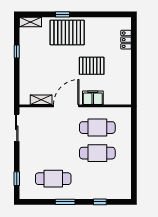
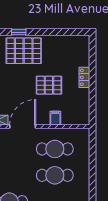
locker: (126, 40) -> (84, 77), moved
filing cabinet: (93, 98) -> (55, 118), width x0.50

